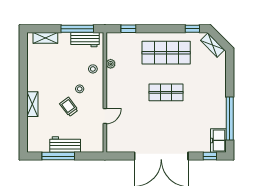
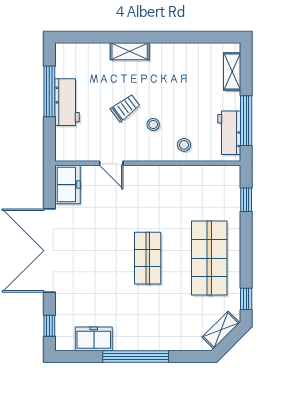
plant: (111, 64) -> (192, 172), removed
window: (230, 119) -> (136, 356), moved
freezer: (218, 140) -> (94, 339), moved
freezer: (118, 144) -> (67, 185), added

